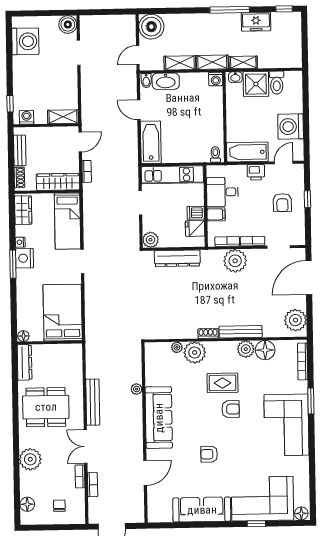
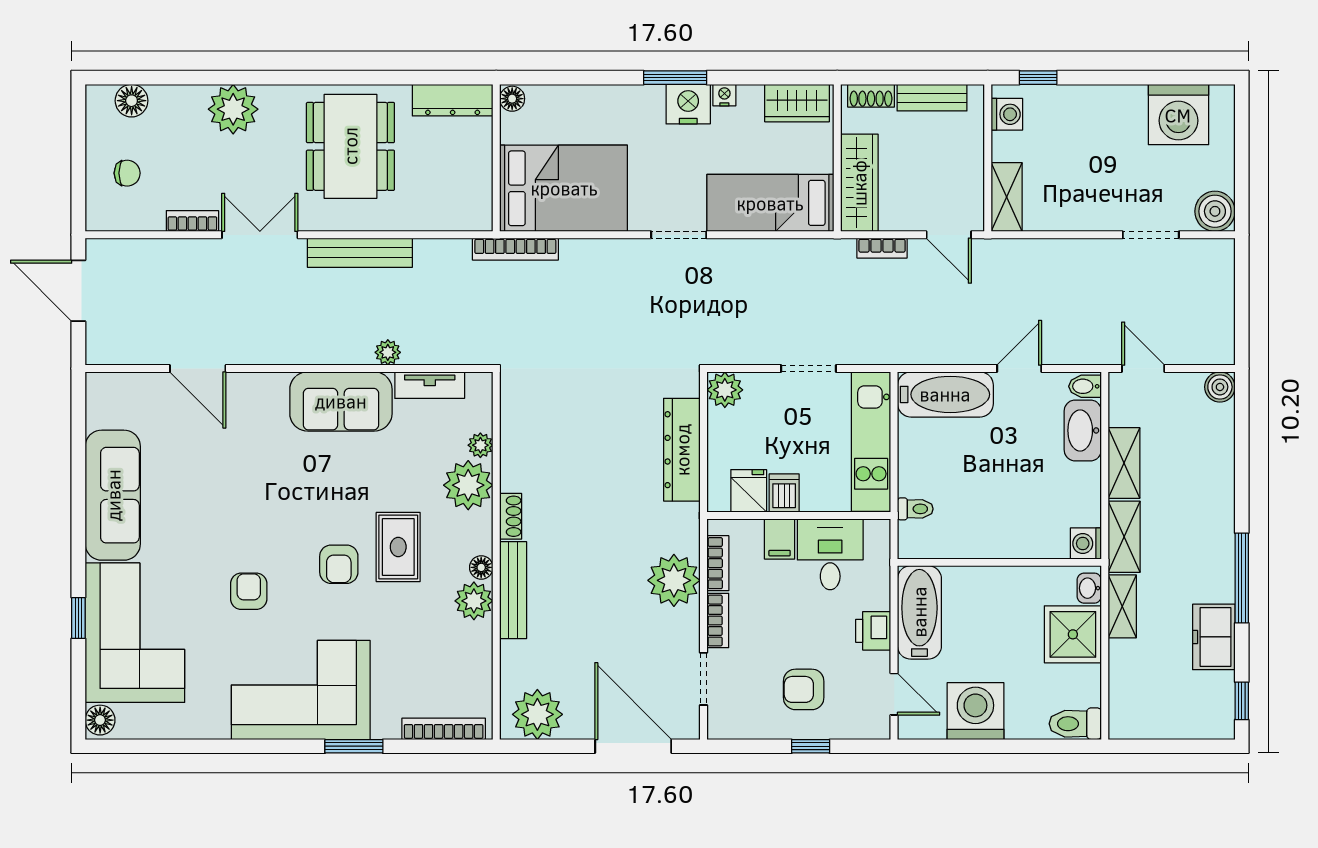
boiler: (151, 27) -> (1220, 387), width x0.54, depth x0.54
toilet: (277, 83) -> (1075, 724), moved
toilet: (215, 154) -> (915, 509), moved
floor lamp: (265, 350) -> (481, 567), moved, width x0.53, depth x0.53
tv unit: (151, 370) -> (430, 385), added
sofa: (159, 418) -> (341, 401), width x0.73
armchair: (209, 454) -> (249, 591), moved
bookcase: (93, 485) -> (515, 249), moved, width x1.56

